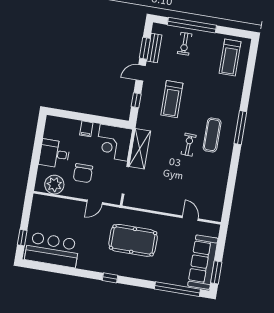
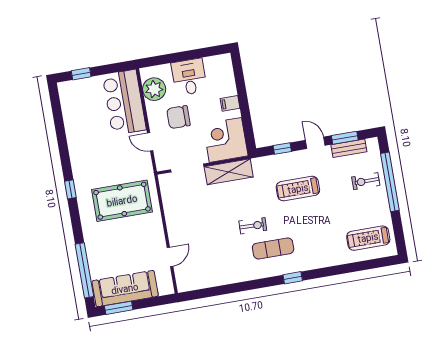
window: (240, 128) -> (293, 278), width x0.46
pool table: (133, 240) -> (122, 201), turned 90
bar counter: (52, 250) -> (124, 102), moved, turned 180

